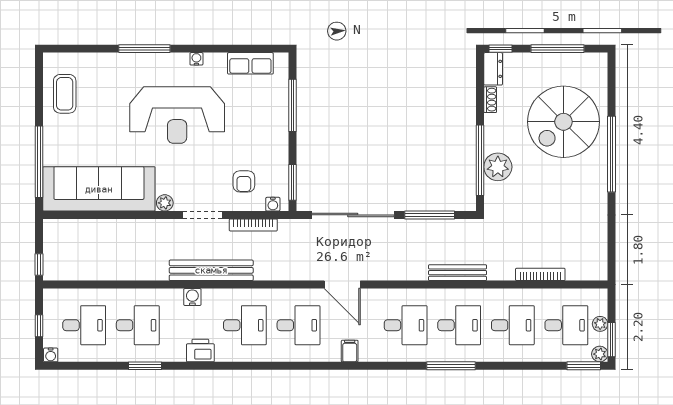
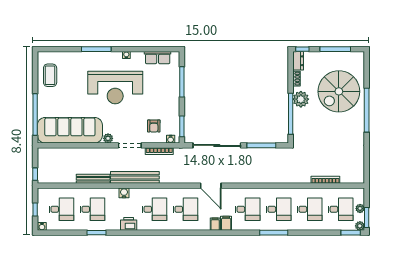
plant: (498, 167) -> (301, 99), moved
bench: (458, 273) -> (93, 179), moved
filing cabinet: (369, 350) -> (226, 223), added

